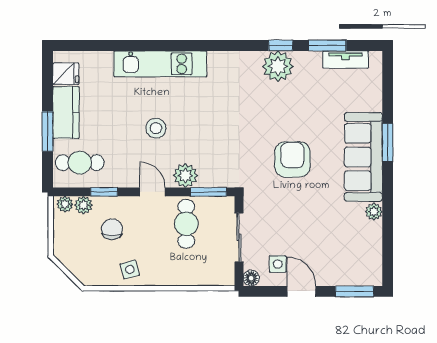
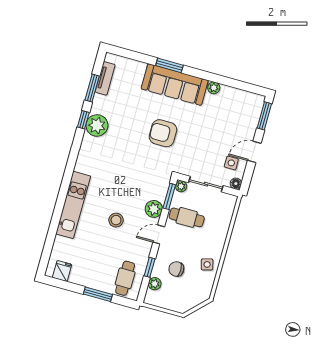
kitchen counter: (66, 112) -> (88, 278), removed
plant: (65, 204) -> (181, 186), moved

